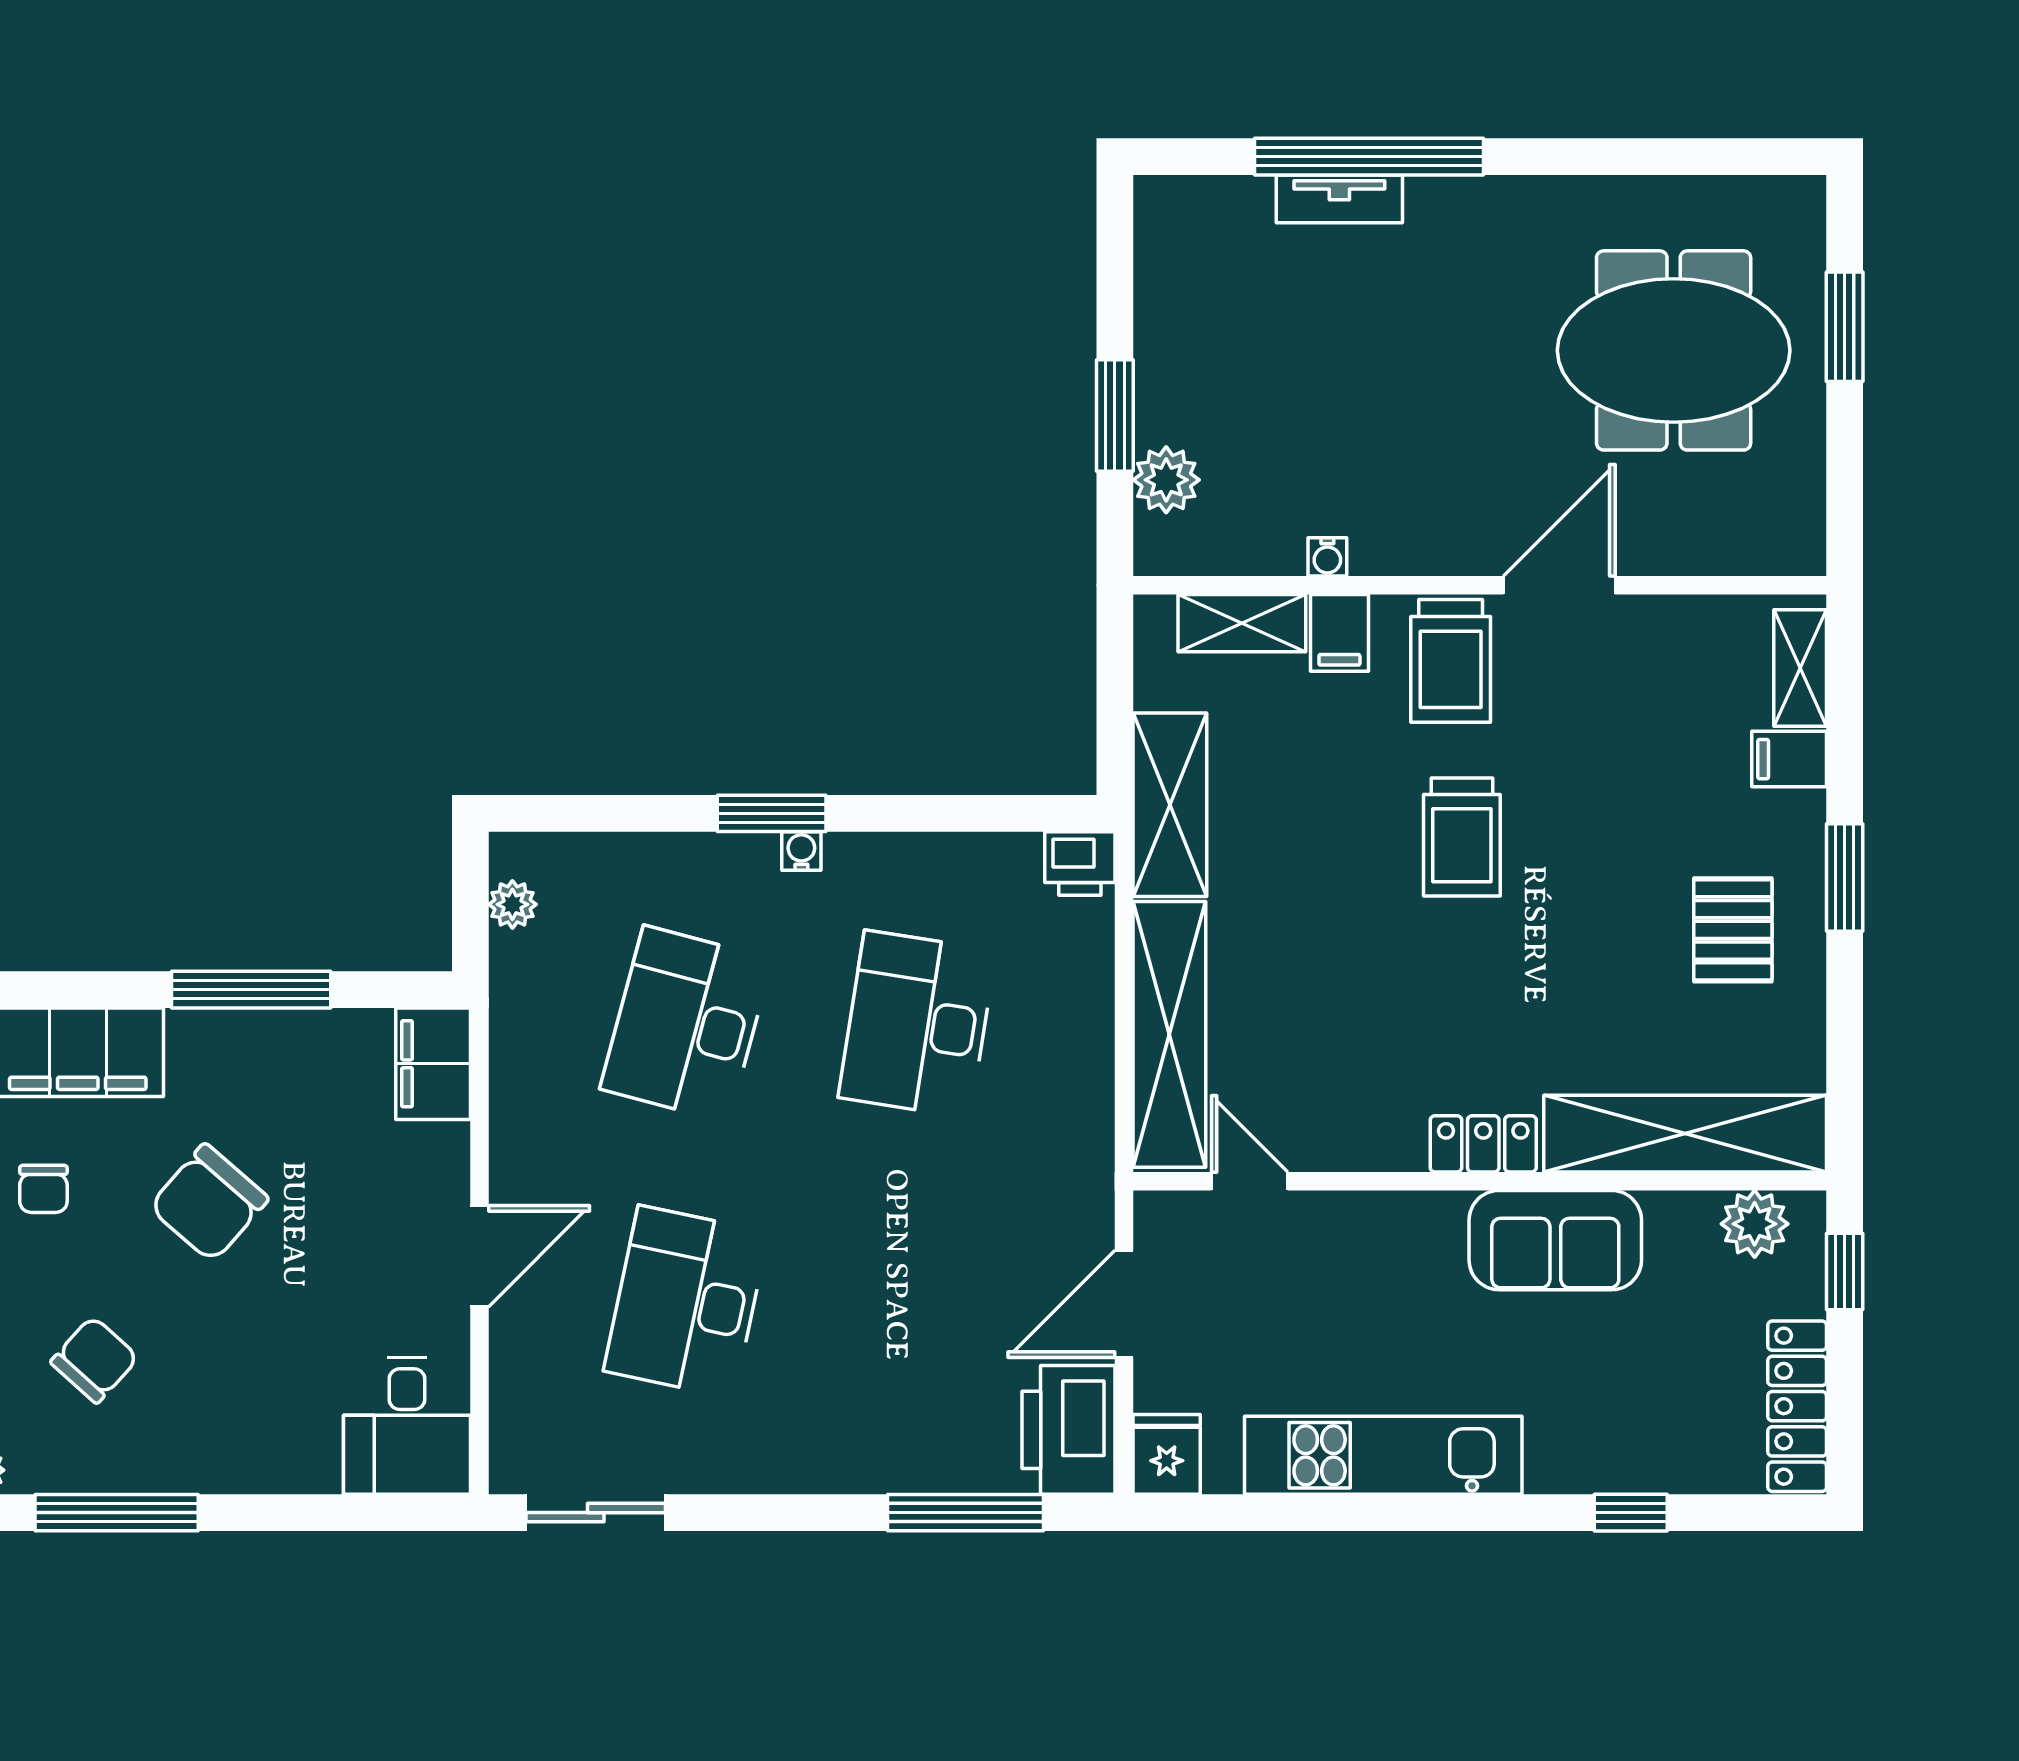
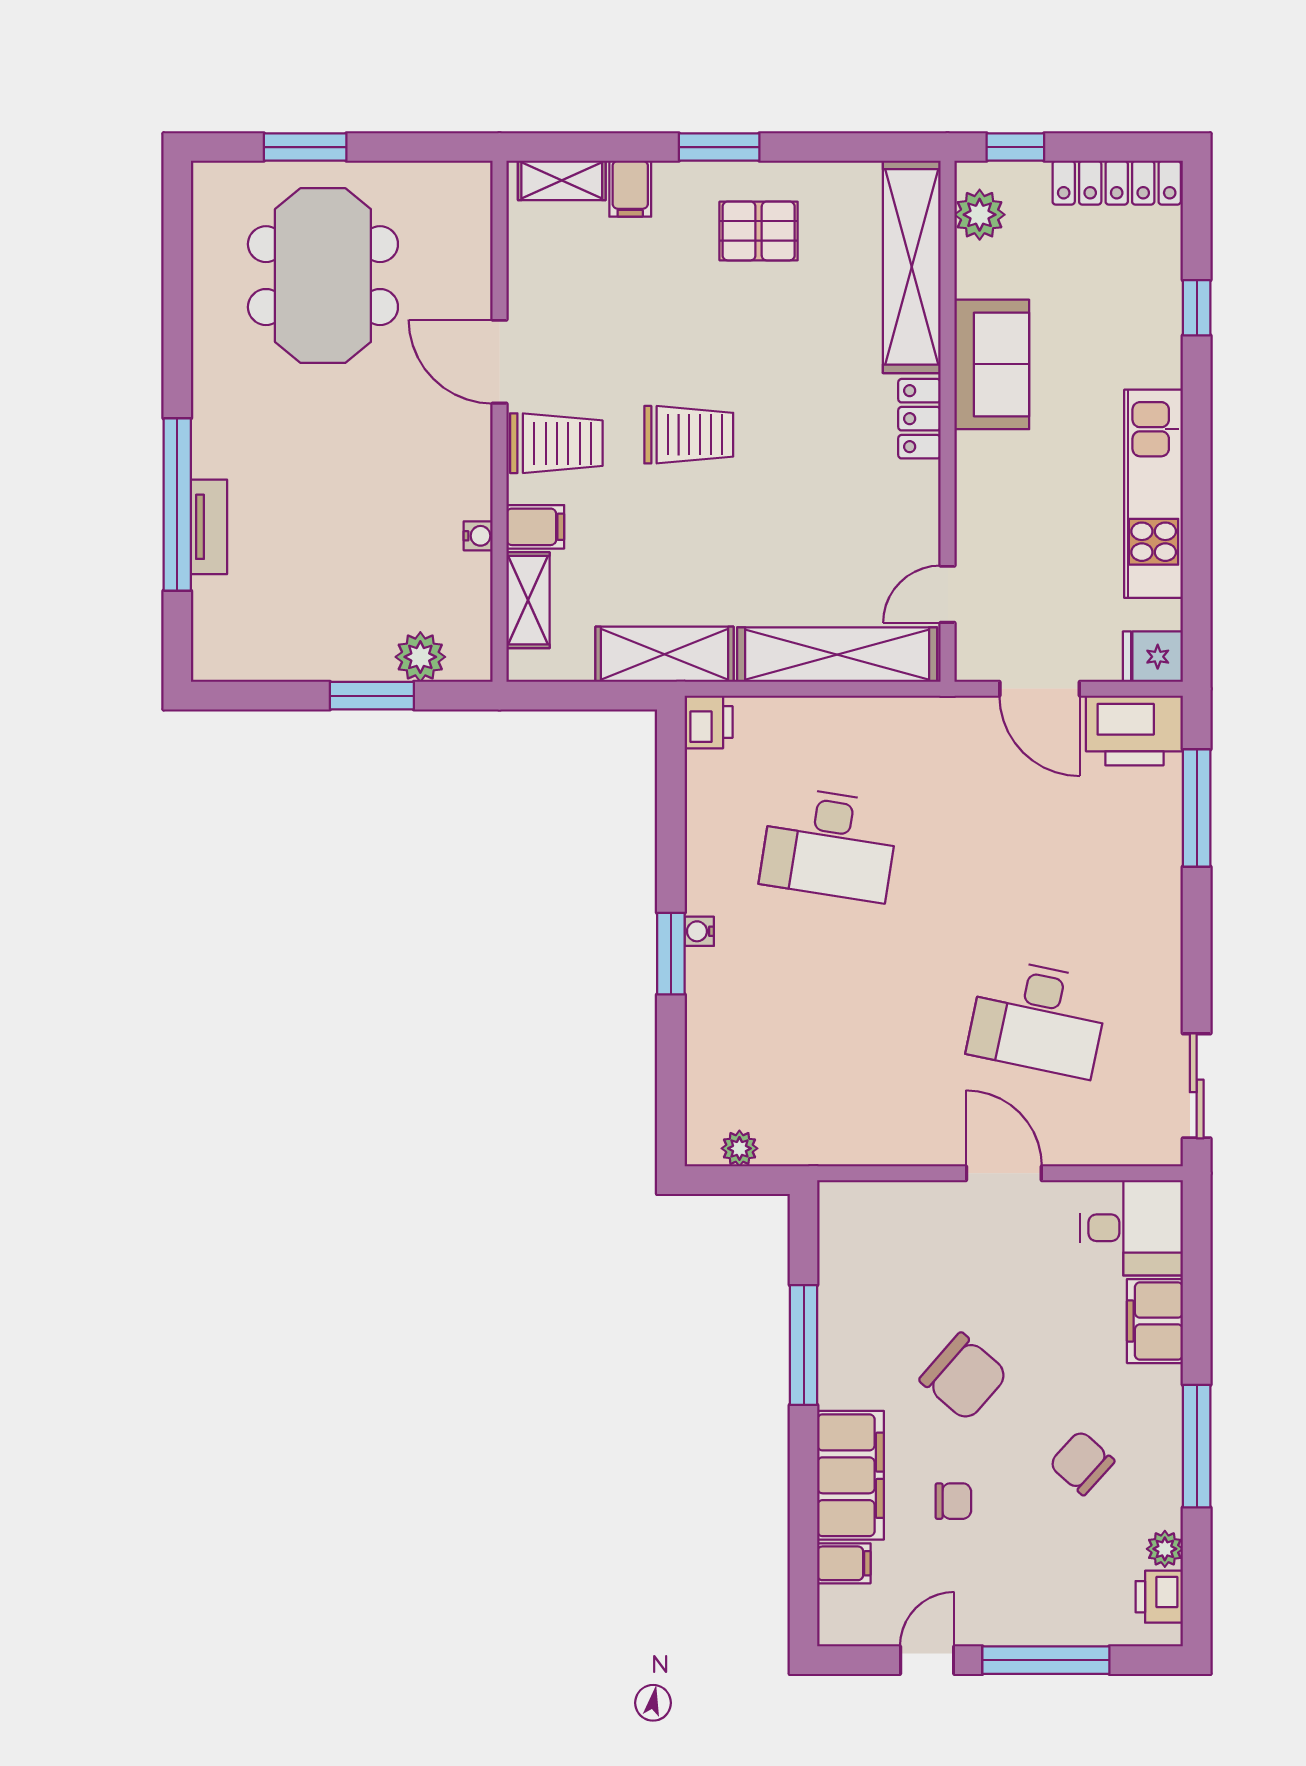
desk: (686, 1024) -> (829, 1018), removed
filing cabinet: (433, 1064) -> (1155, 1321), moved, turned 90

